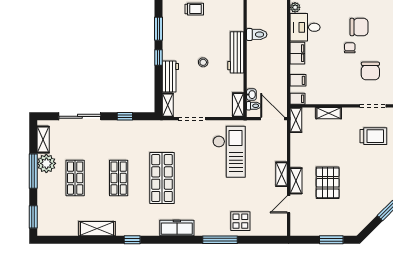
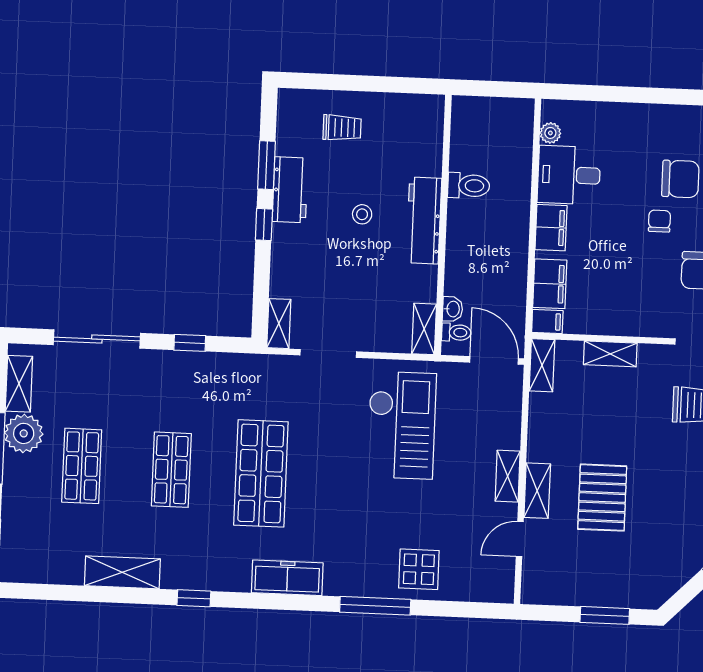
stool: (203, 62) -> (362, 214), moved
workbench: (170, 77) -> (290, 190), moved
filing cabinet: (298, 80) -> (550, 284), width x2.00

